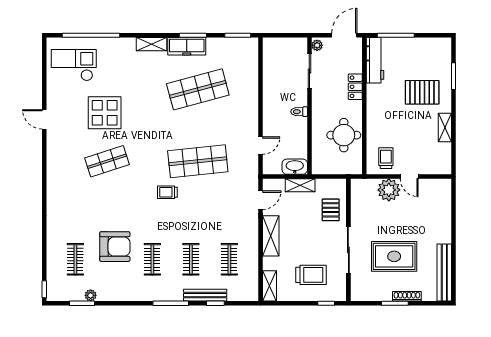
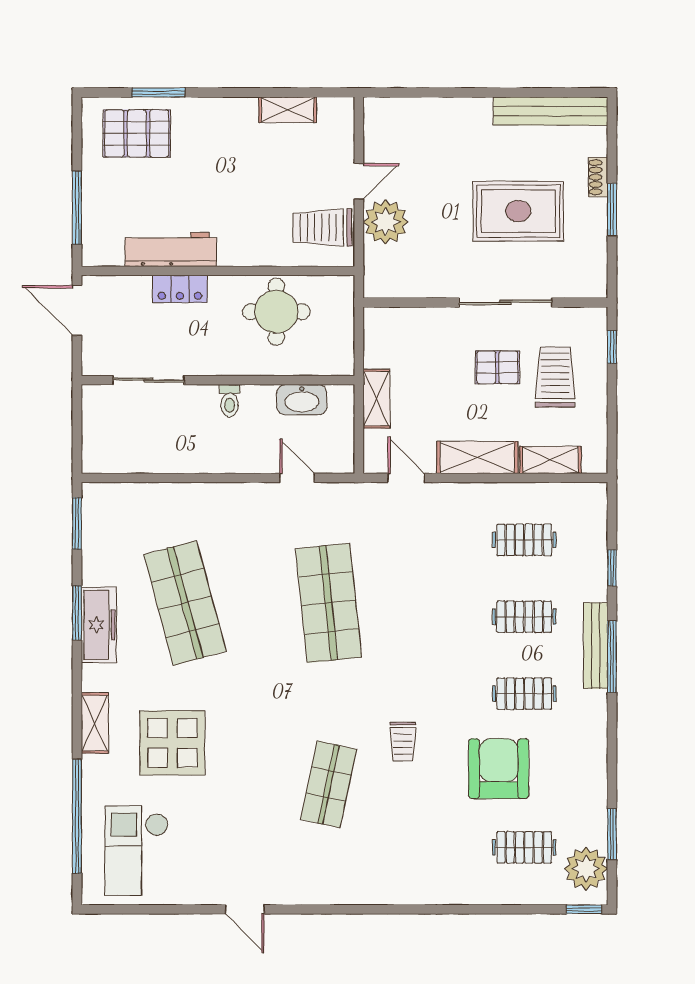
shelving: (152, 44) -> (95, 723), moved
plant: (317, 45) -> (97, 365), removed
workbench: (375, 60) -> (171, 249), moved
pallet: (422, 92) -> (137, 133), moved, turned 90
display table: (105, 113) -> (172, 743), moved
door: (44, 119) -> (245, 909), hinge flipped
shelving: (445, 128) -> (288, 110), moved
trolley: (386, 158) -> (322, 227), width x1.36, depth x1.39
shop shelf: (107, 161) -> (329, 784), turned 30
washbasin: (295, 167) -> (302, 400), moved, turned -90
trolley: (167, 192) -> (403, 741), moved
pallet: (331, 210) -> (497, 367), moved
rug: (394, 256) -> (518, 211), turned 90
shelving: (269, 286) -> (550, 460), moved
plant: (91, 295) -> (586, 869), moved, width x1.88, depth x1.88
bench: (205, 295) -> (596, 646), moved
shoe rack: (407, 296) -> (598, 177), width x0.70

